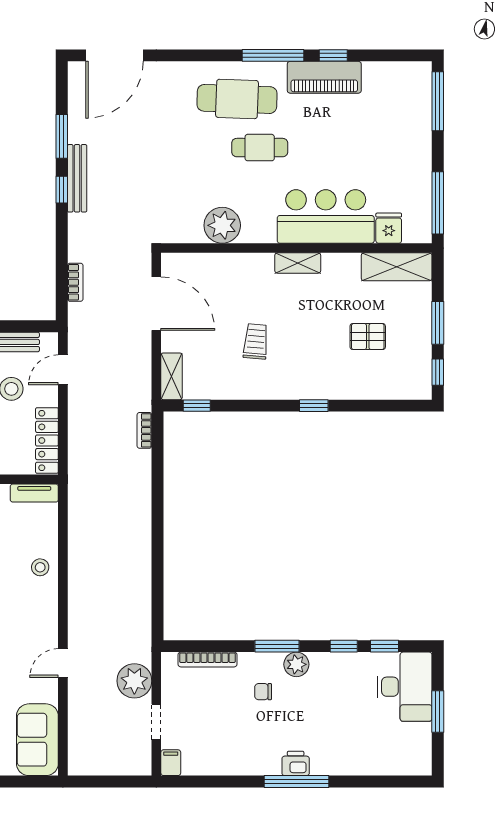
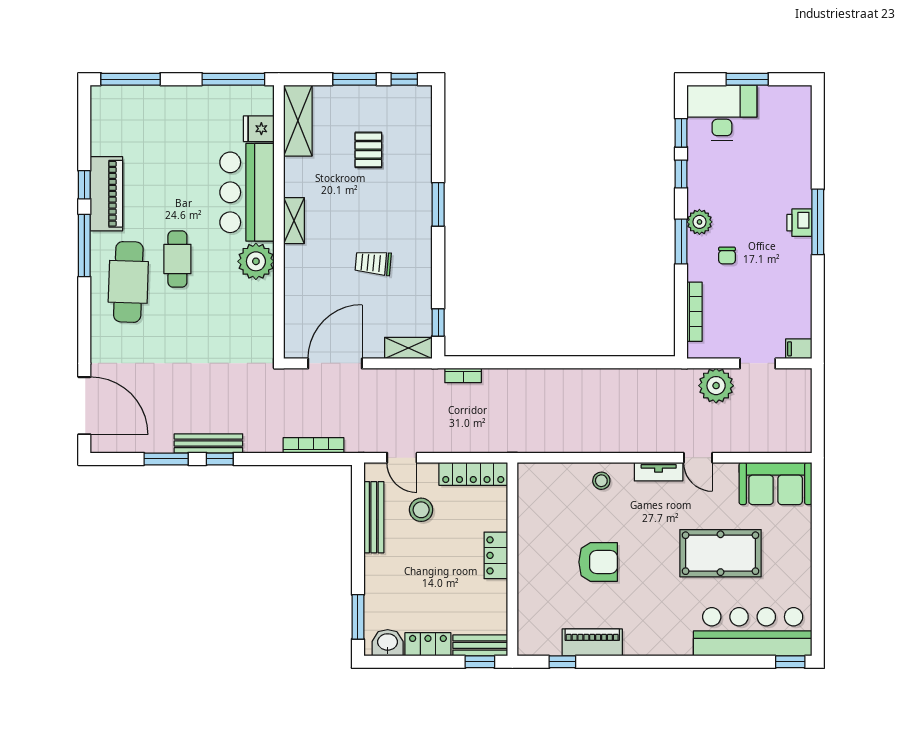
plant: (222, 225) -> (256, 261), moved
bookcase: (75, 282) -> (313, 445), width x1.56
window: (314, 406) -> (438, 204), width x1.50
tv unit: (34, 493) -> (659, 472), moved, turned 90

